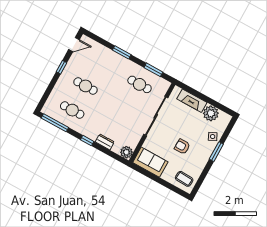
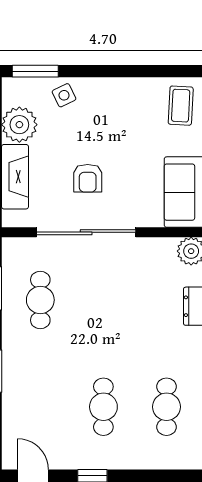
armchair: (182, 147) -> (88, 178), moved
window: (216, 152) -> (35, 71), moved

